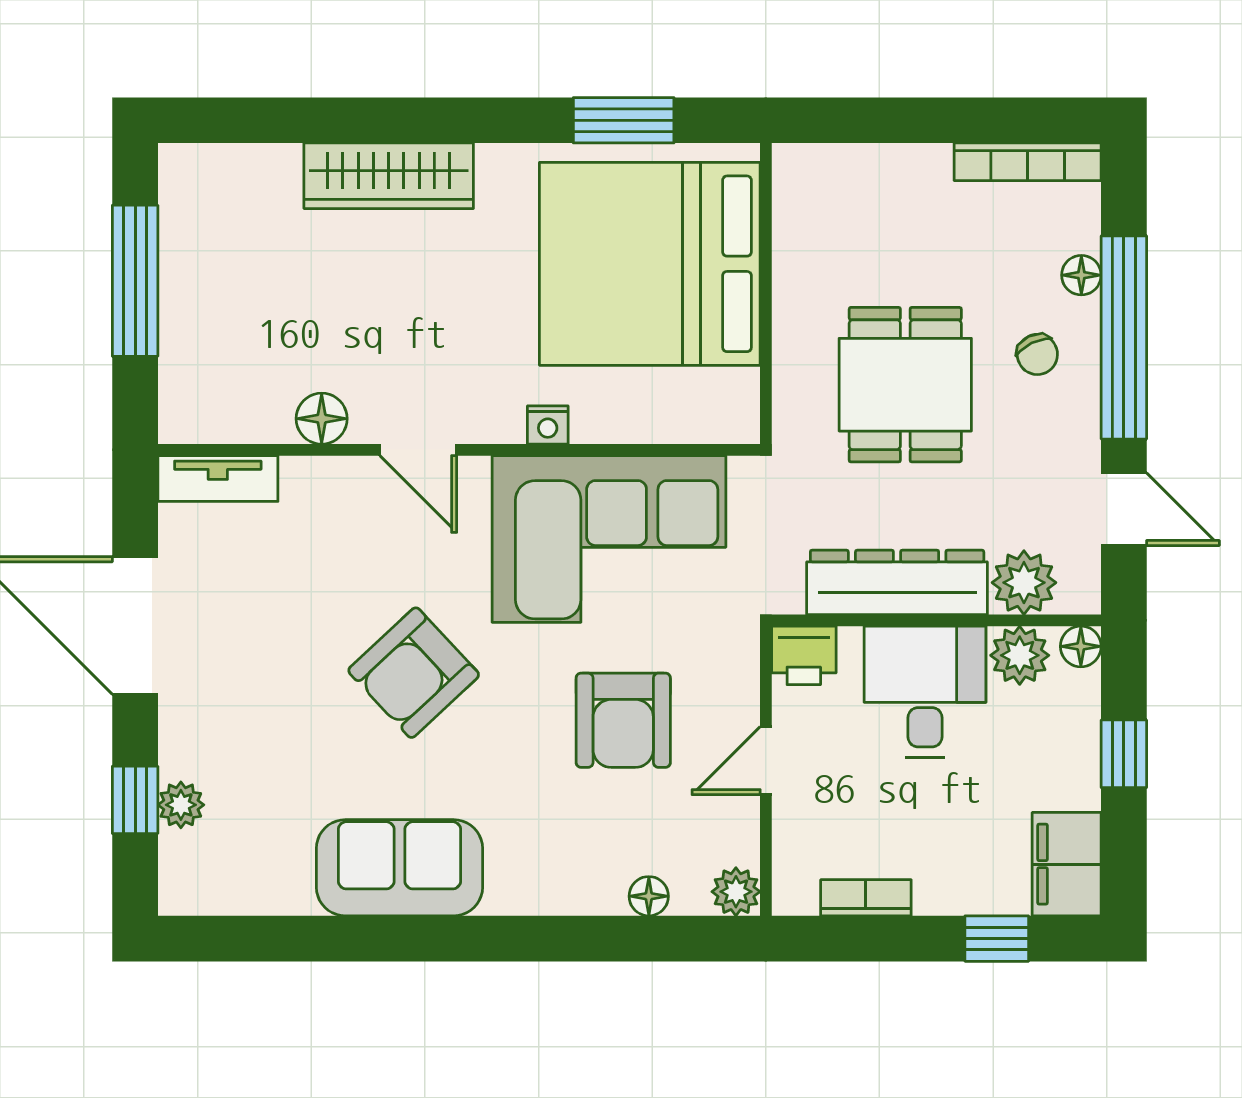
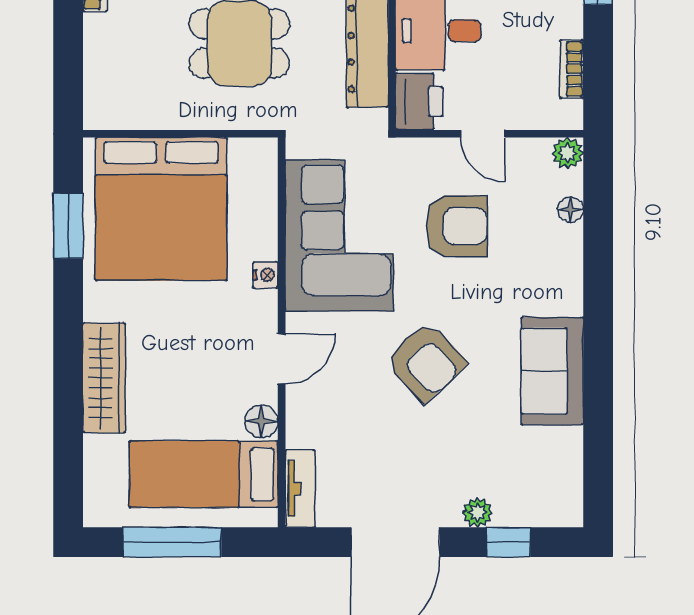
bed: (240, 329) -> (204, 474), added
printer: (804, 655) -> (419, 102), width x1.36, depth x1.24
plant: (181, 805) -> (478, 513), moved

